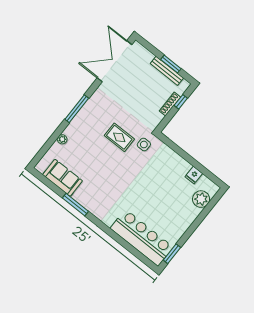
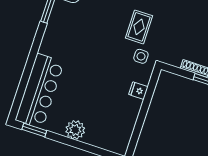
fridge: (194, 175) -> (138, 91), moved
plant: (201, 199) -> (75, 130), moved

